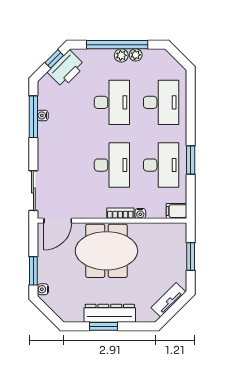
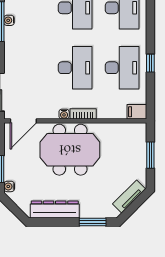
window: (191, 160) -> (150, 63), width x0.67
water cooler: (140, 214) -> (64, 114), moved
dresser: (110, 313) -> (55, 210), moved
window: (103, 326) -> (93, 222), moved

